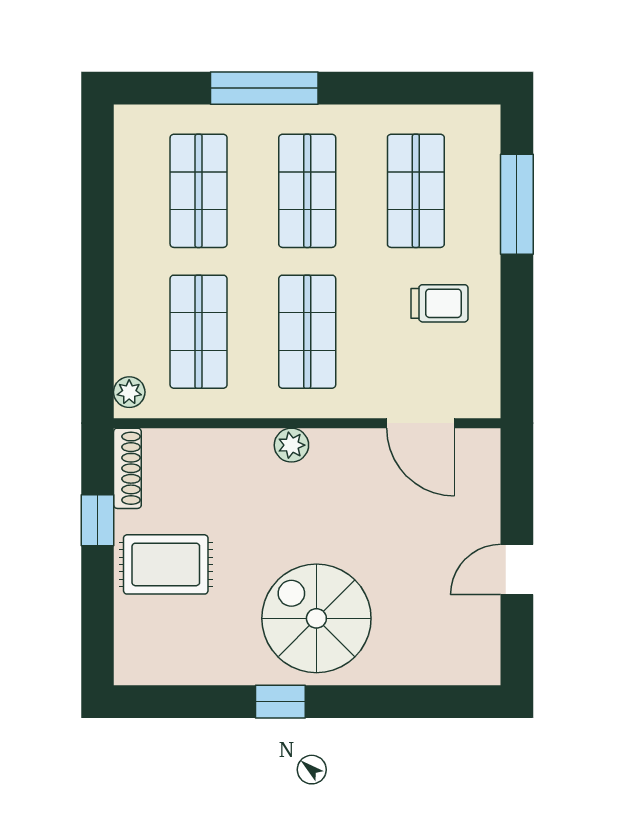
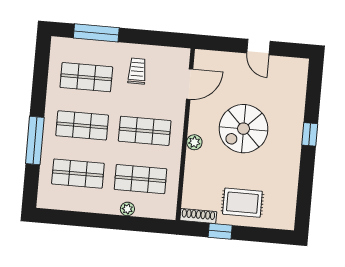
plant: (129, 392) -> (127, 209), moved
rug: (166, 564) -> (242, 203), turned 90
spiral stairs: (316, 618) -> (243, 129), moved
window: (280, 702) -> (310, 134), moved

